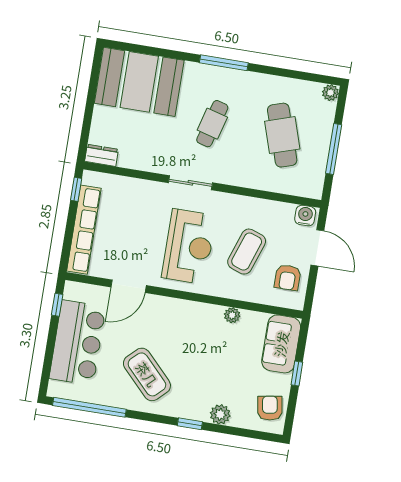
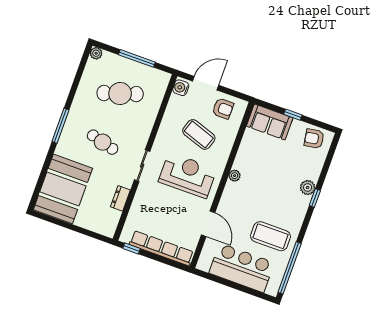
dresser: (101, 155) -> (120, 198), moved
window: (57, 305) -> (212, 277), removed
plant: (232, 315) -> (235, 176), moved
coffee table: (147, 374) -> (270, 236), moved, turned 44
plant: (220, 414) -> (308, 188), moved

